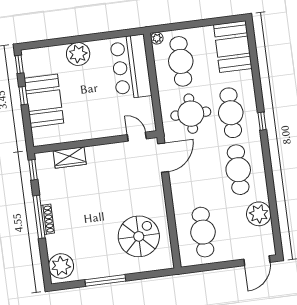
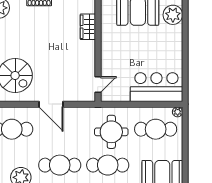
plant: (78, 54) -> (173, 15), moved
door: (163, 158) -> (51, 104), moved

